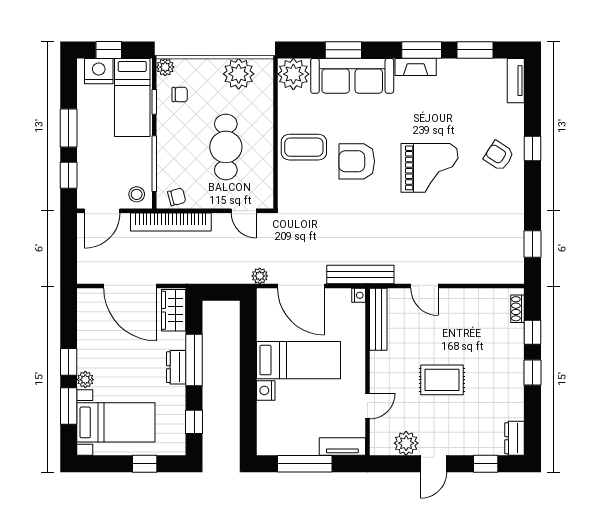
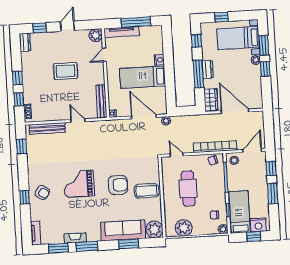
fireplace: (416, 67) -> (75, 238), moved
bench: (360, 275) -> (47, 129), moved
plant: (406, 443) -> (96, 35), moved
tv unit: (342, 447) -> (122, 32), width x1.41

